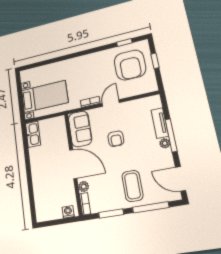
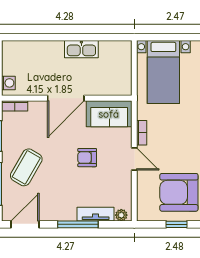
kitchen sink: (33, 134) -> (81, 49), moved
plant: (165, 143) -> (121, 215), moved
coffee table: (132, 186) -> (26, 167), turned -60
plant: (84, 187) -> (36, 107), removed

